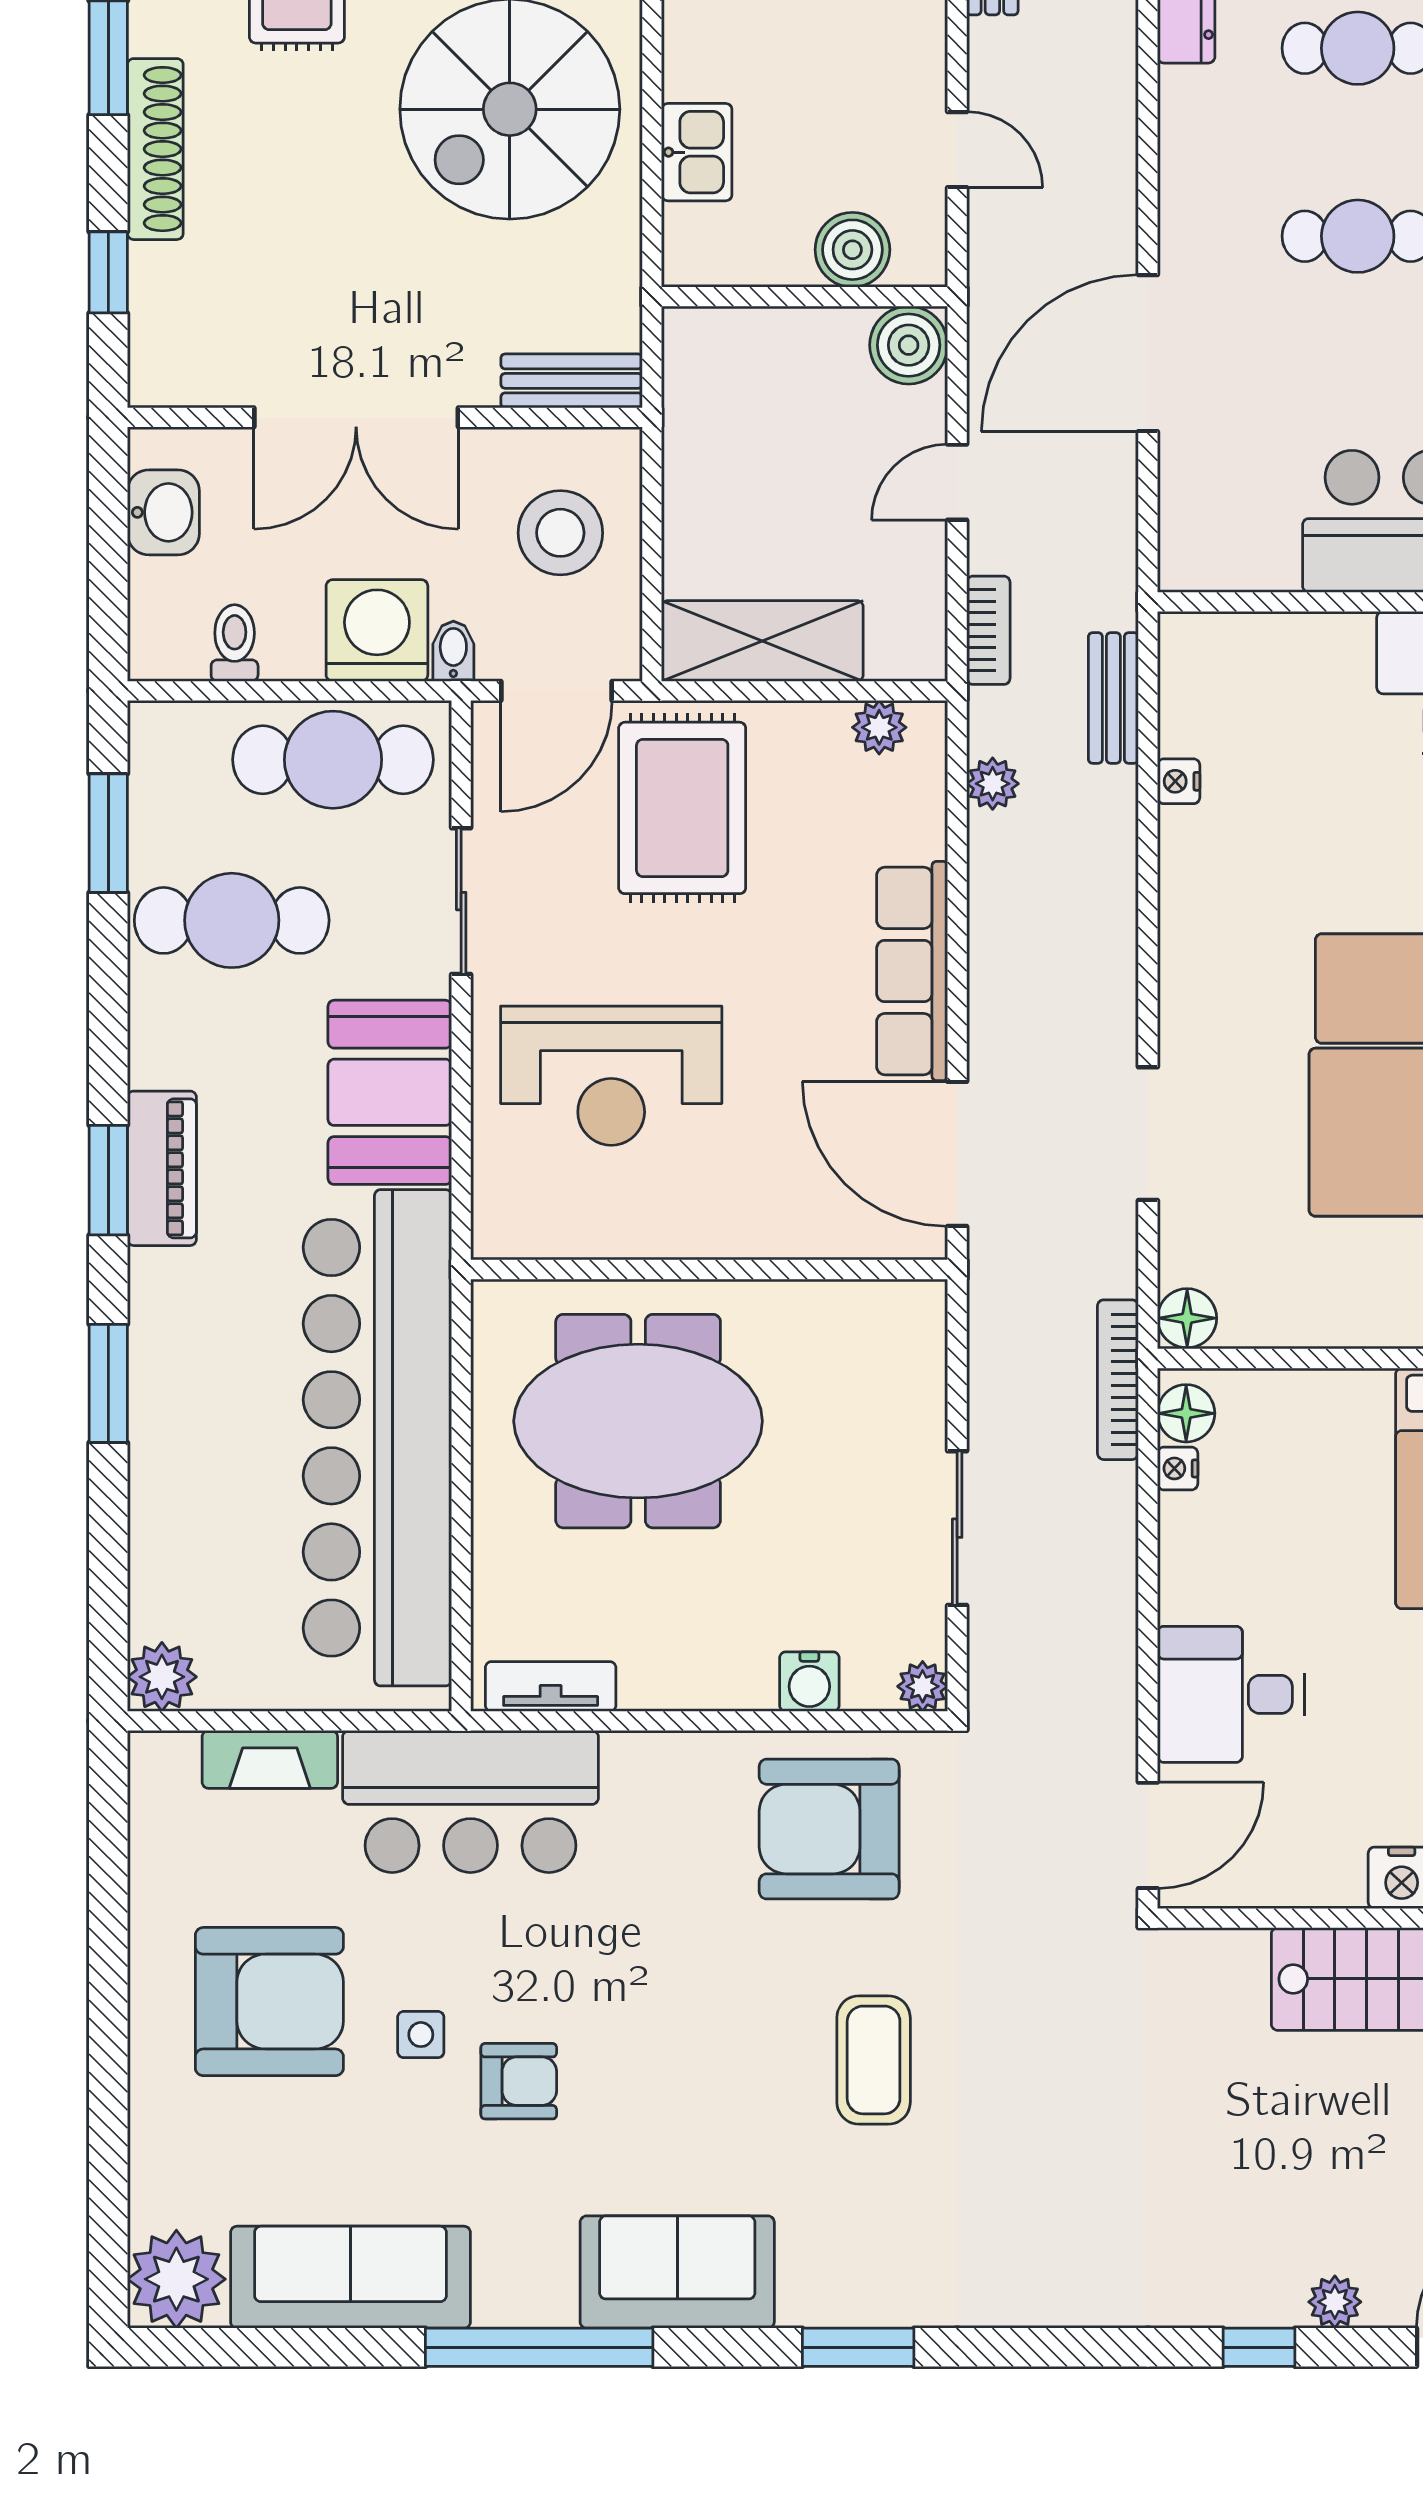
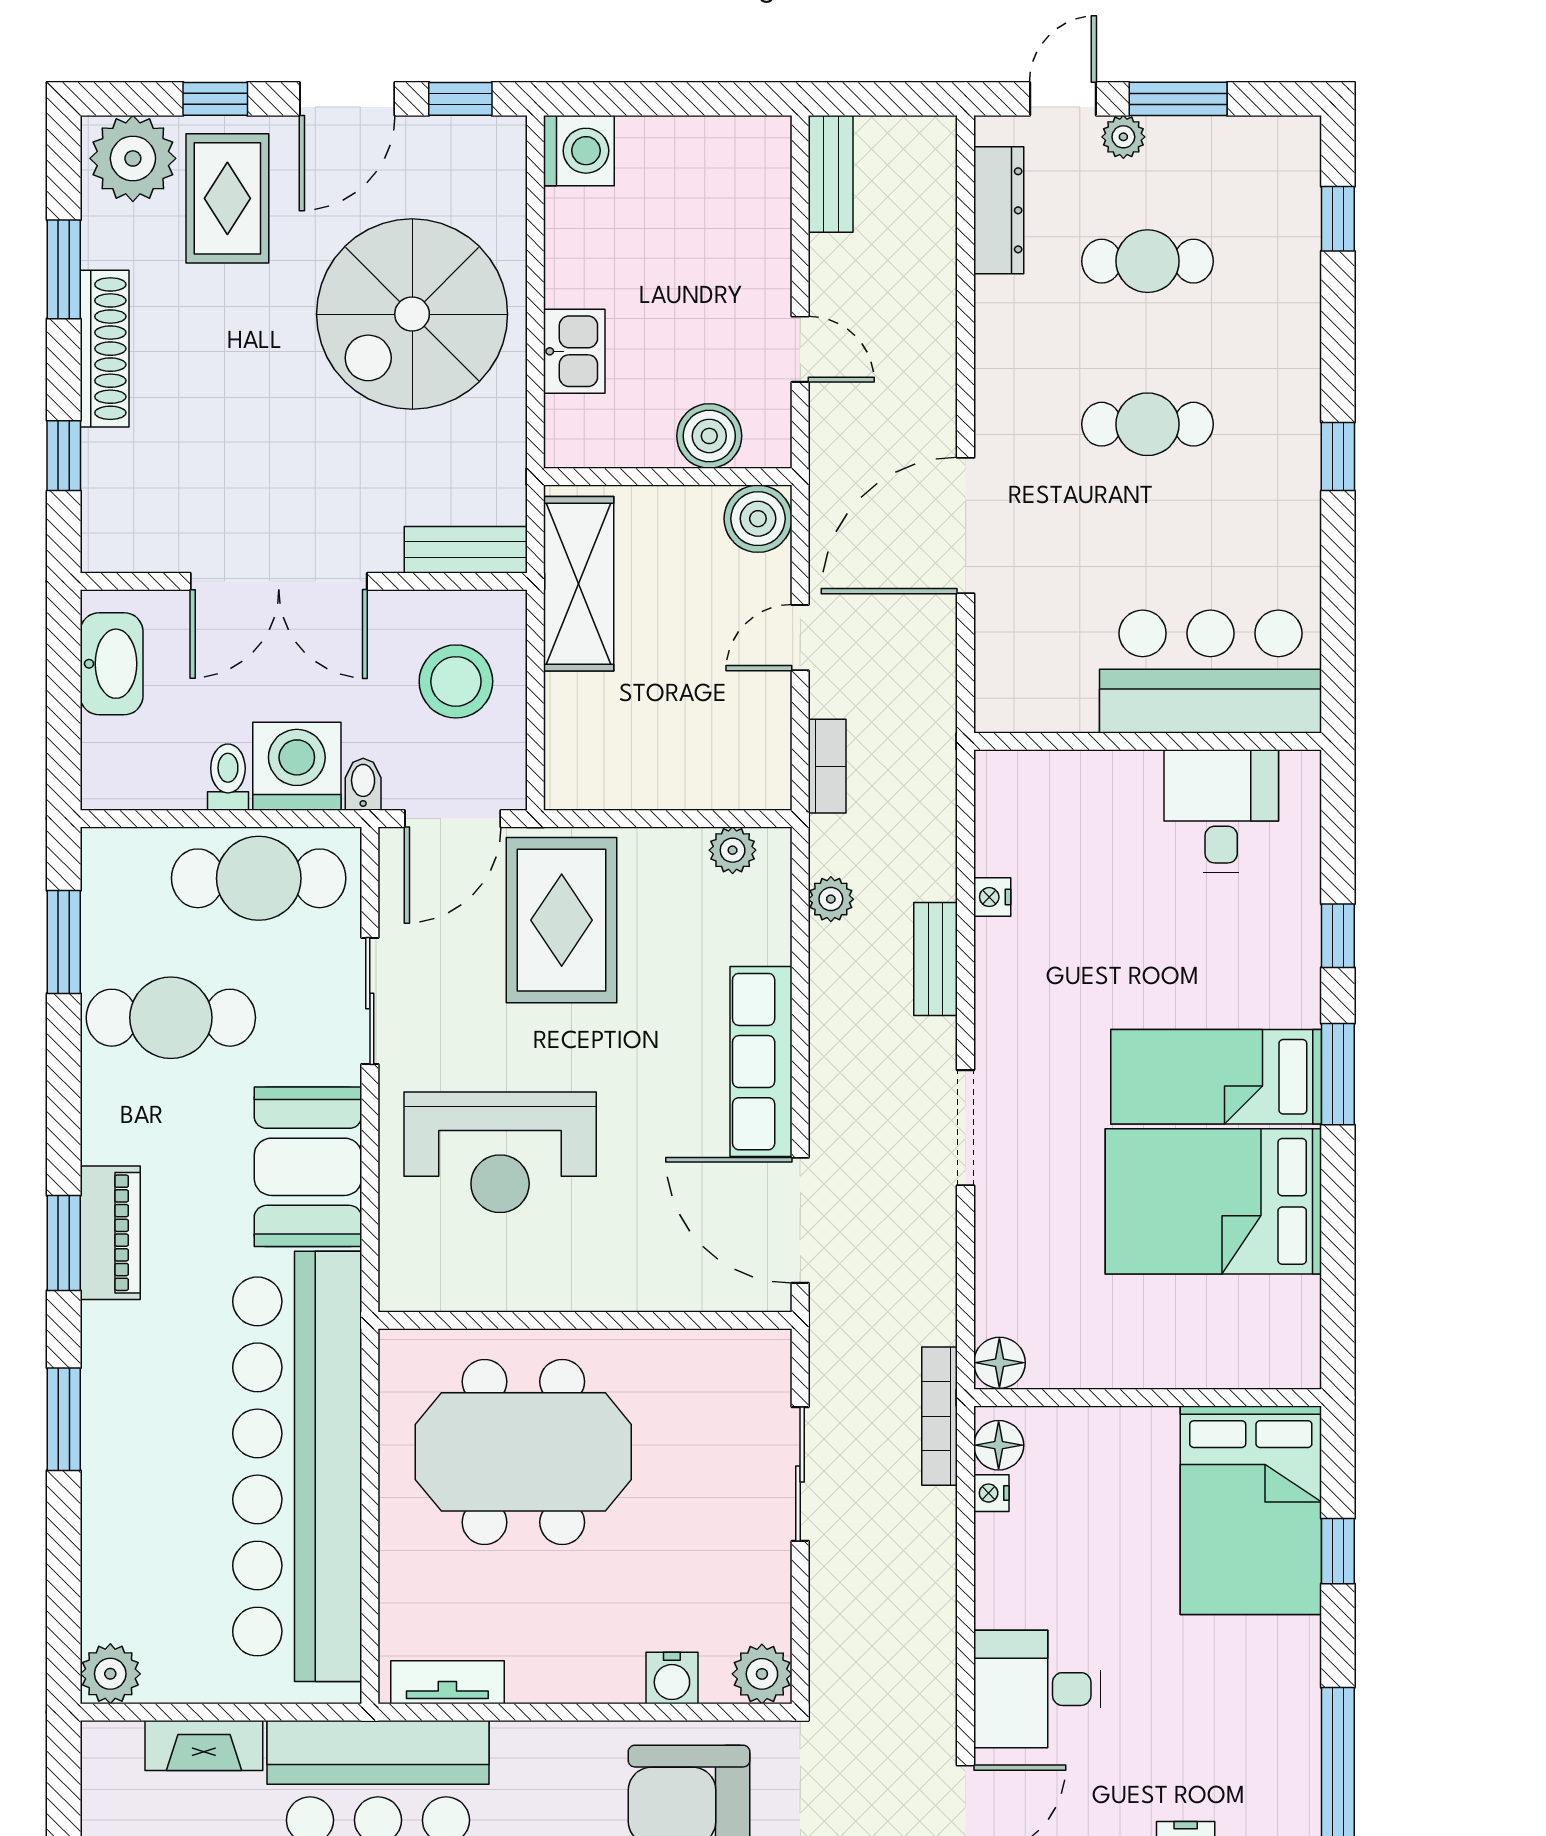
washbasin: (163, 512) -> (112, 664), width x1.38
shelving: (762, 641) -> (579, 584), moved, turned 90
toilet: (235, 643) -> (228, 777), moved
bench: (1113, 698) -> (936, 959), moved
doorway: (1148, 1134) -> (966, 1128), moved
sliding door: (957, 1528) -> (800, 1474), moved
plant: (923, 1686) -> (762, 1674), width x1.38, depth x1.38

